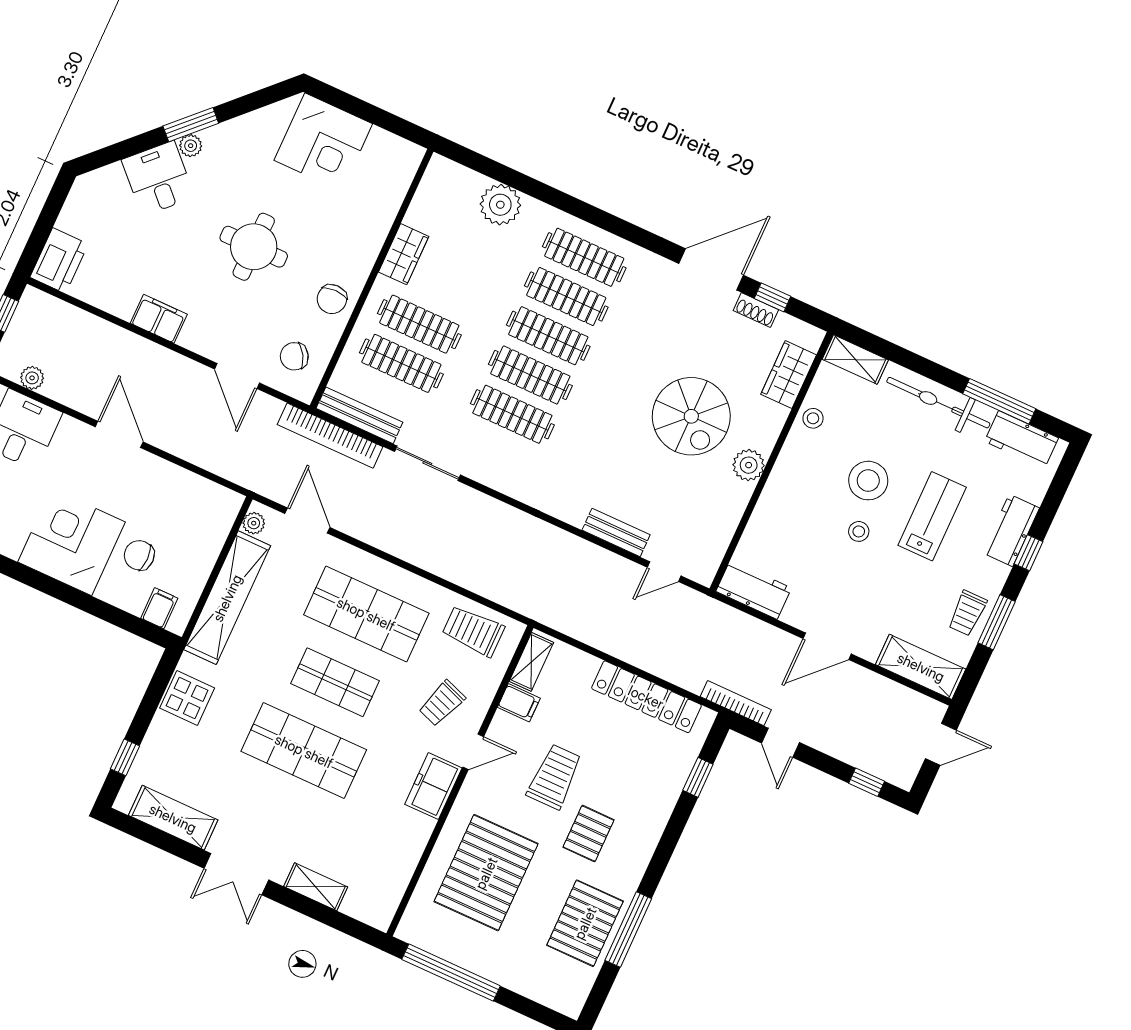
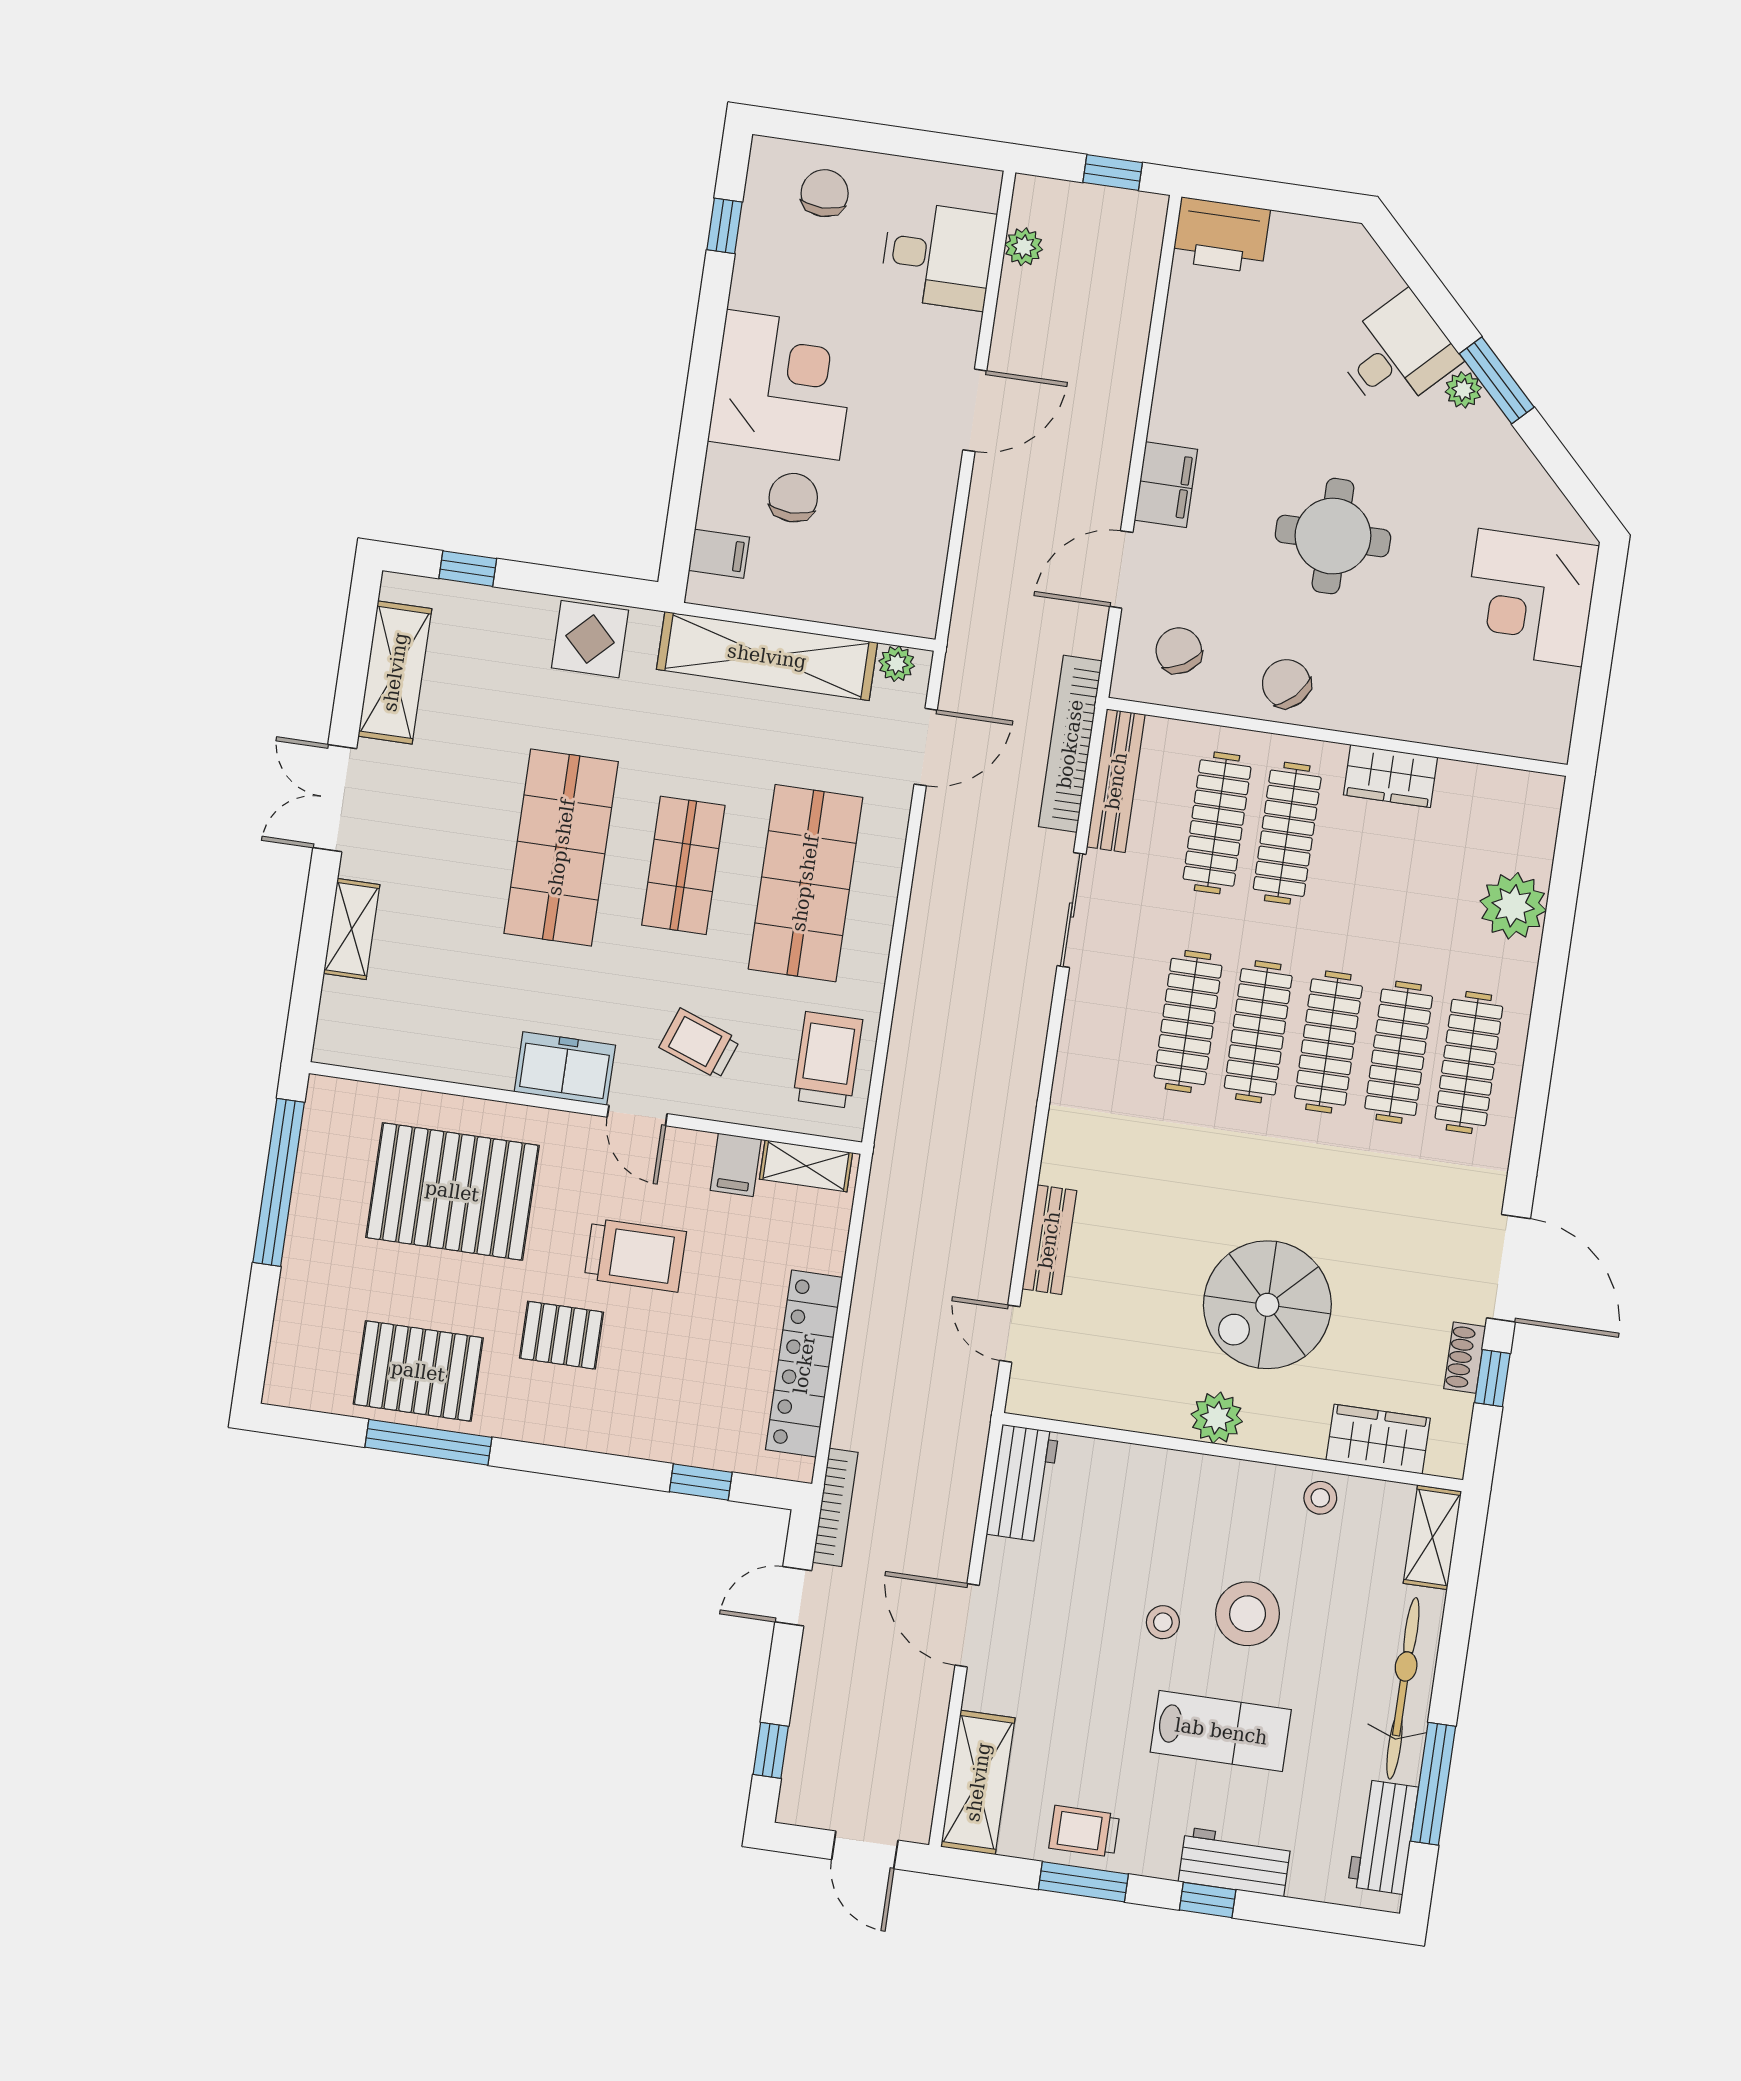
chair: (332, 299) -> (1286, 684), turned 44
filing cabinet: (159, 319) -> (1166, 485), moved

